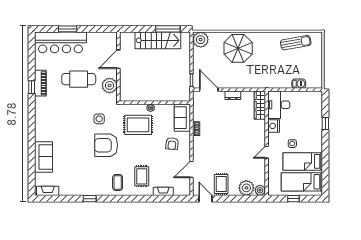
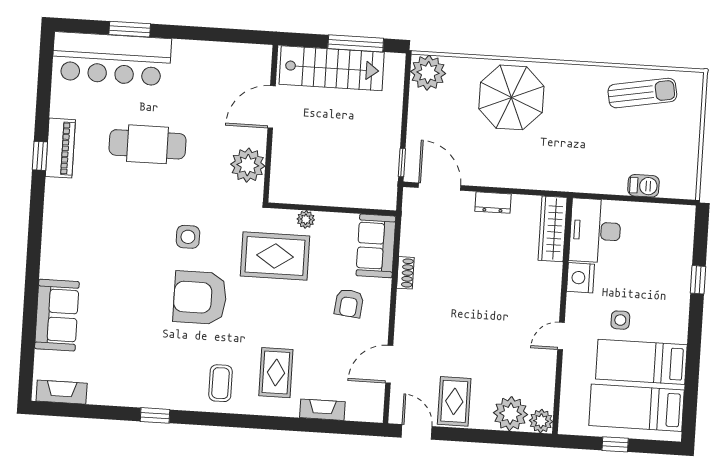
door: (118, 59) -> (272, 107), moved
wall: (118, 67) -> (271, 124), moved
plant: (110, 85) -> (248, 165), moved

